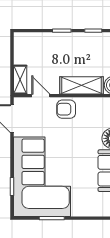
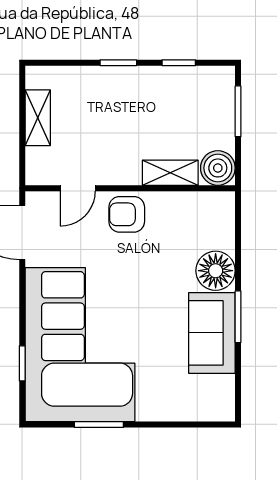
shelving: (20, 80) -> (38, 118), moved
shelving: (82, 85) -> (170, 173), width x0.67, depth x0.75
door: (41, 96) -> (78, 188), swing flipped

